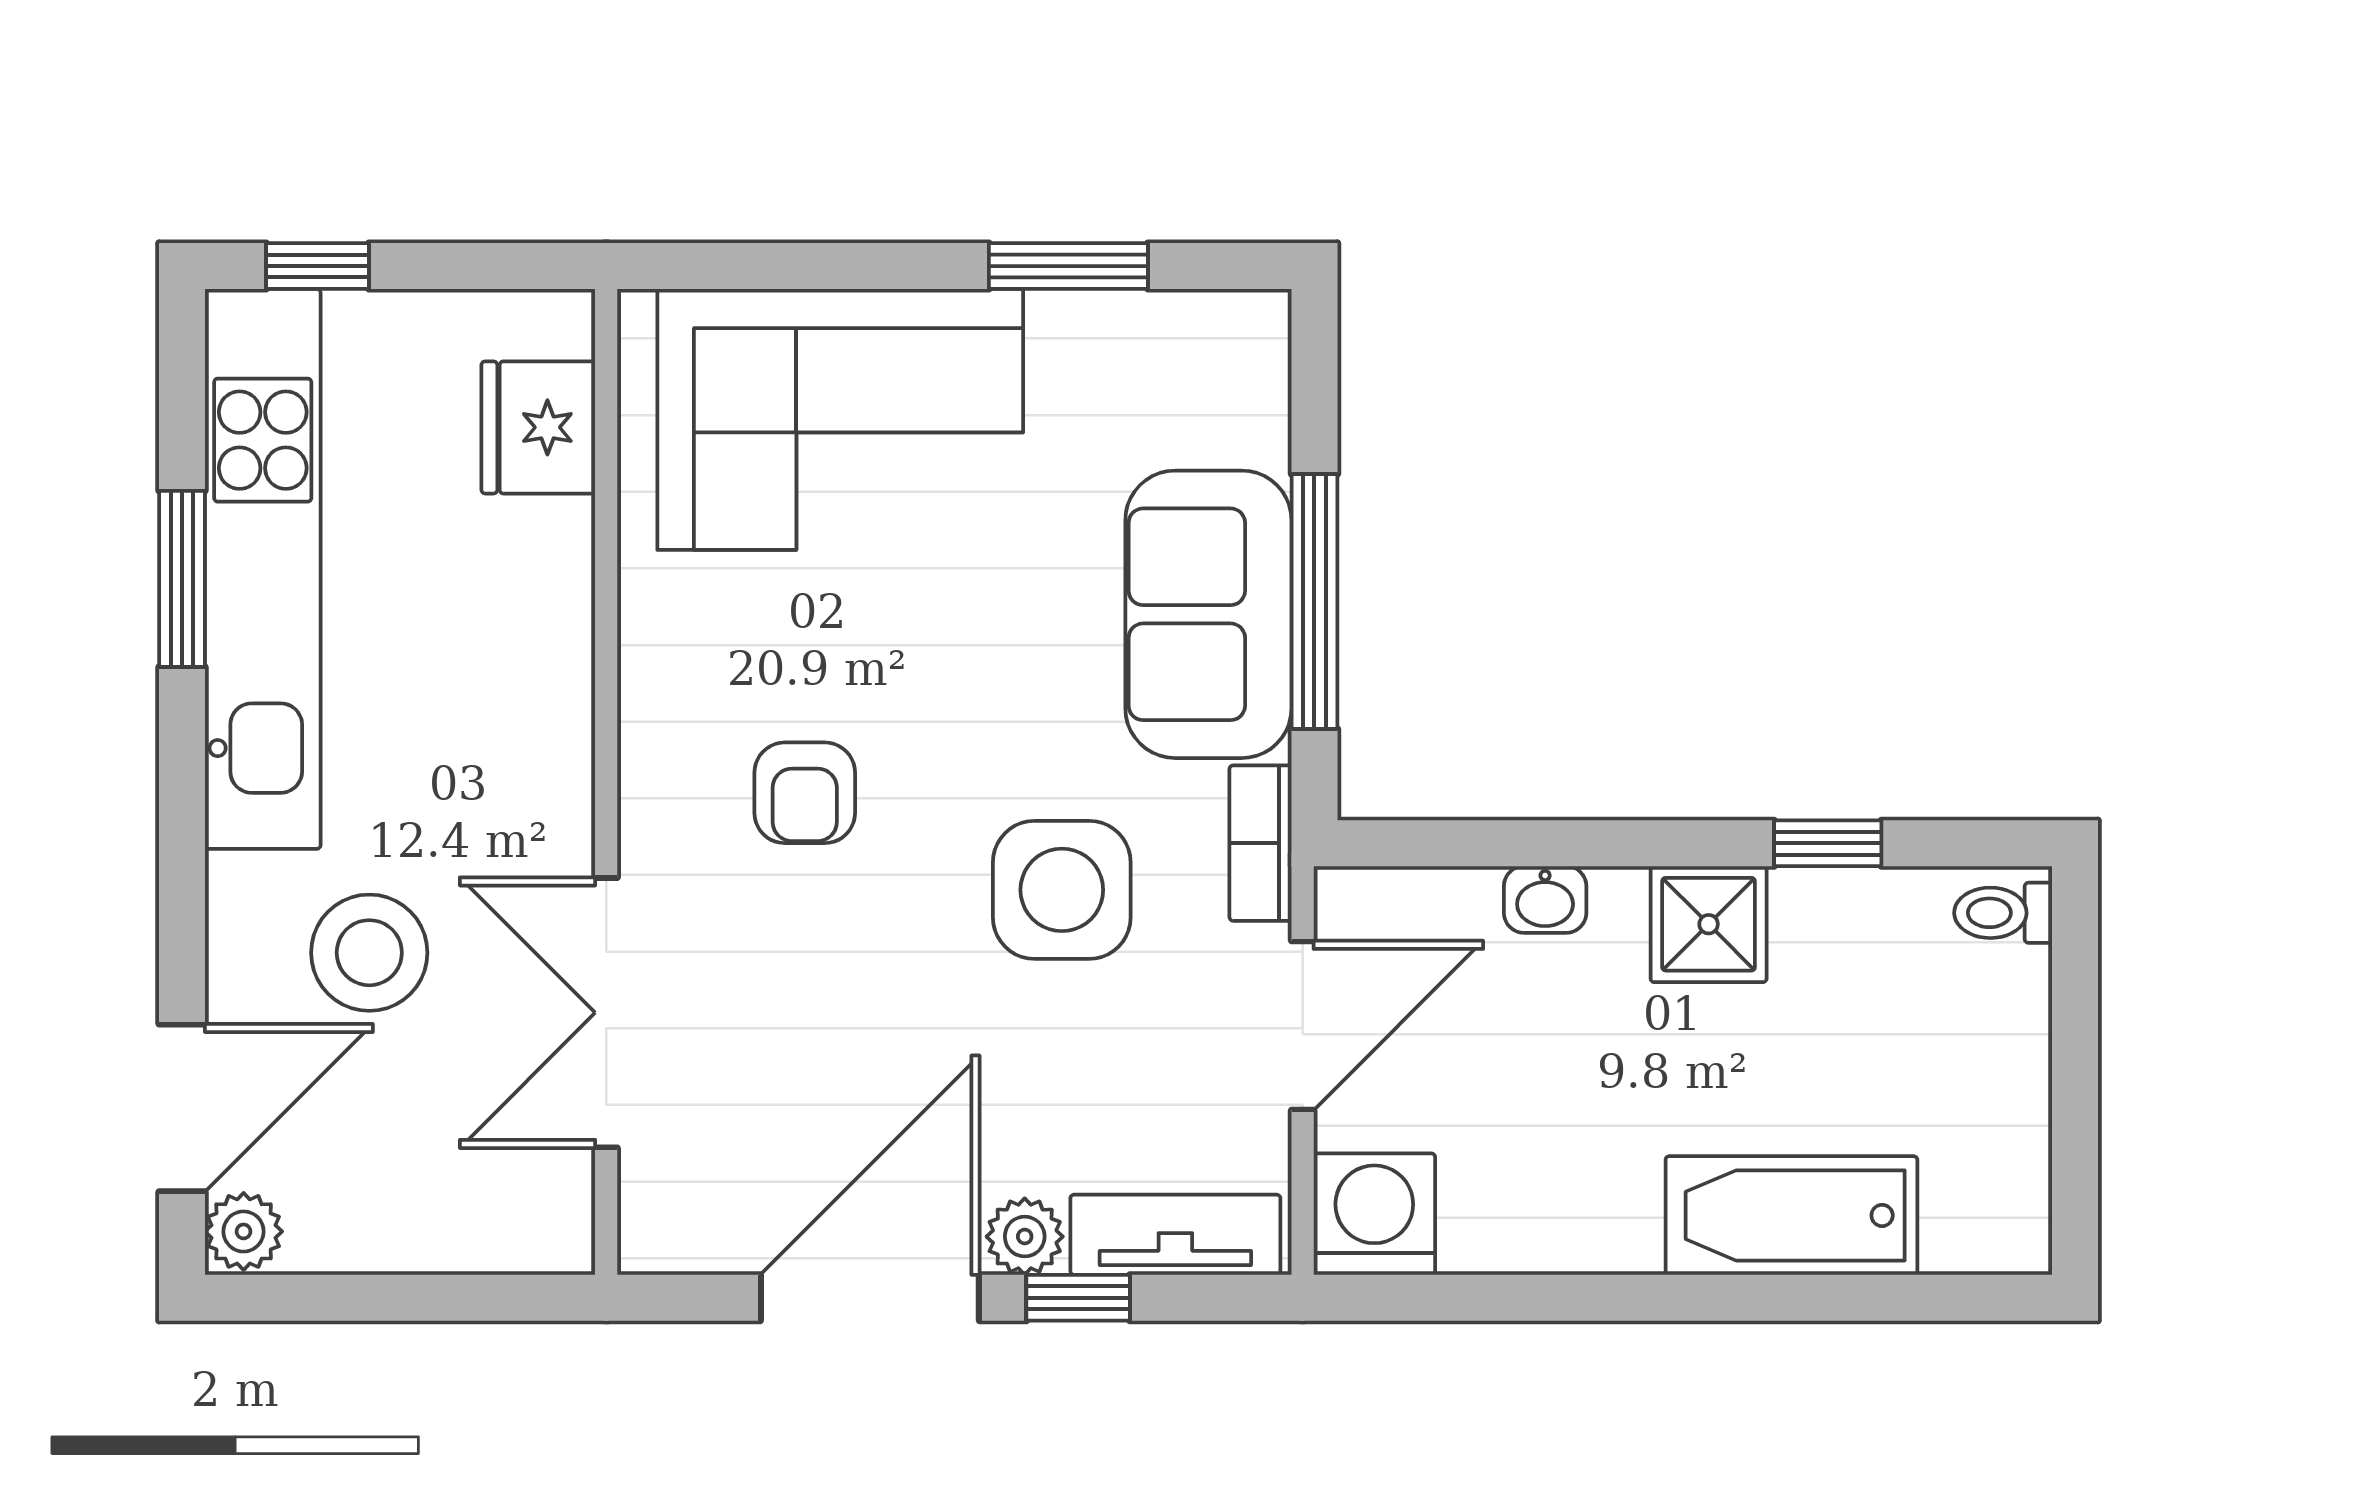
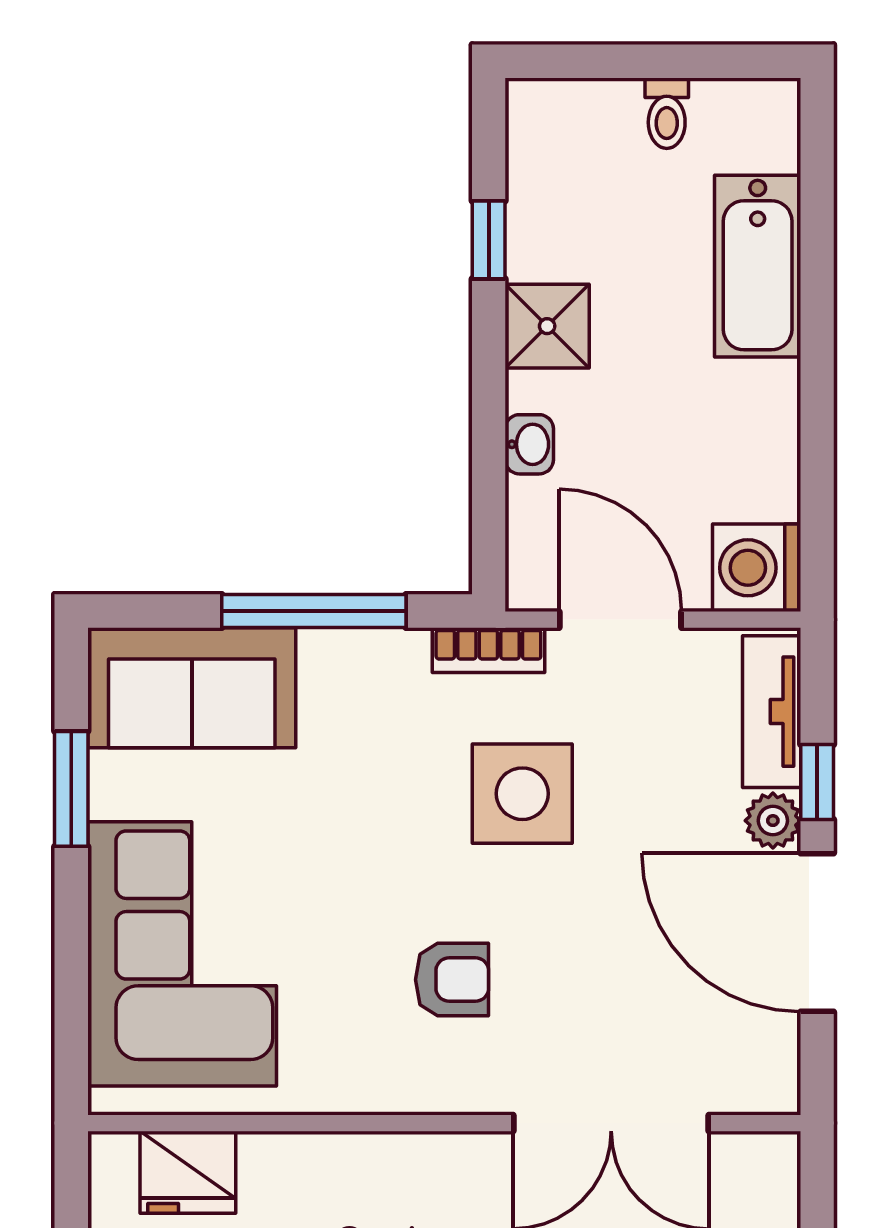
sofa: (1208, 614) -> (192, 688), moved
toilet: (2003, 913) -> (667, 113), moved

